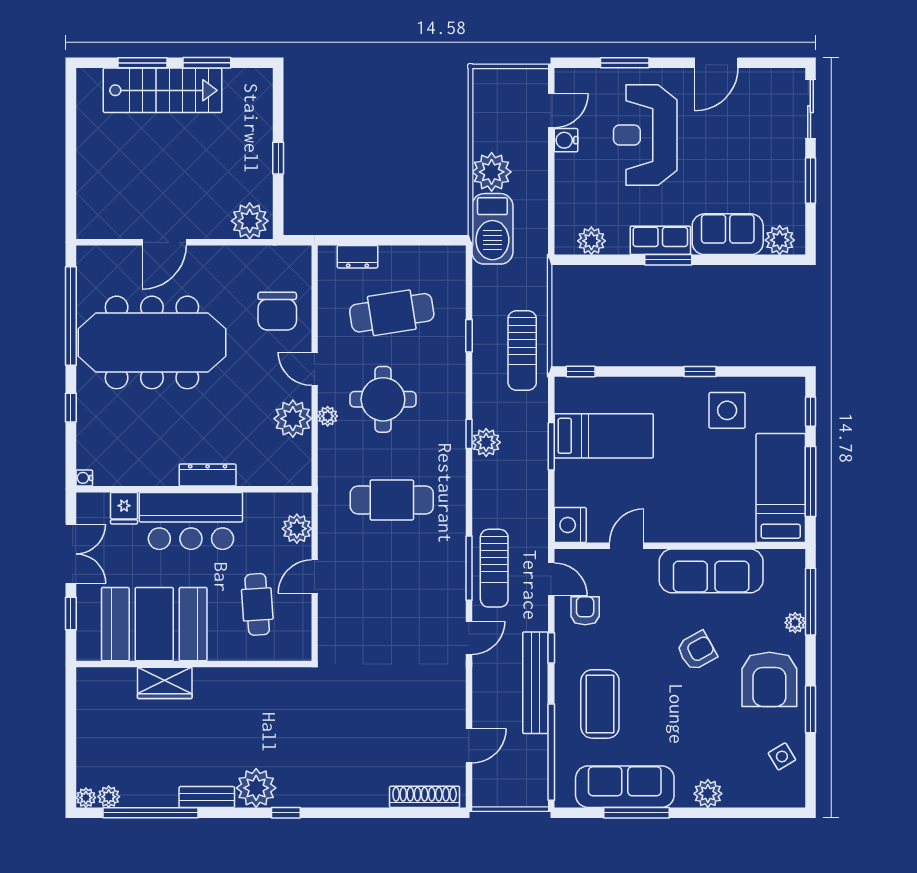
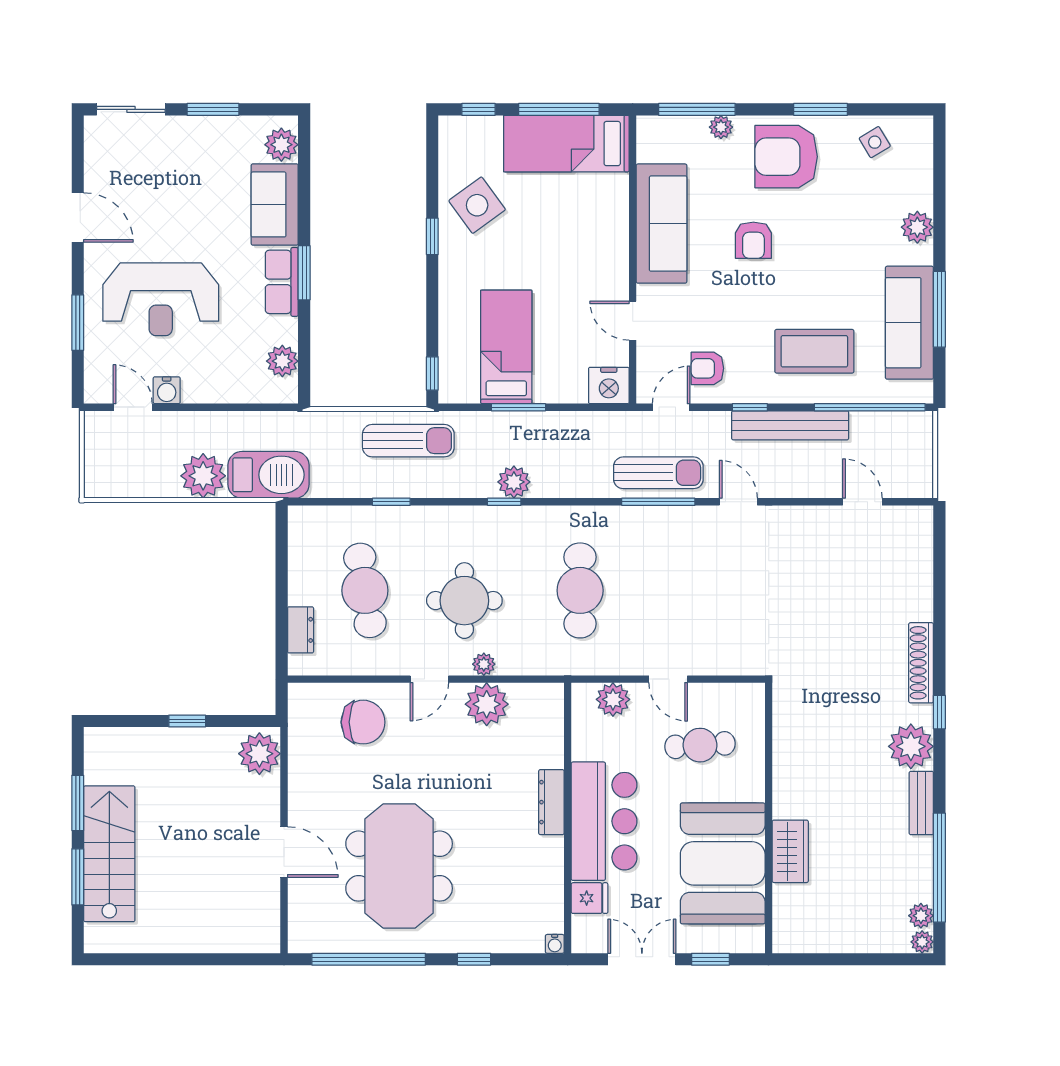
meeting table: (152, 342) -> (399, 866), width x0.73
side table: (727, 410) -> (477, 205), turned -36
armchair: (697, 651) -> (753, 240), turned -151
armchair: (769, 679) -> (786, 157), turned 180
shoe rack: (425, 797) -> (921, 663), moved

